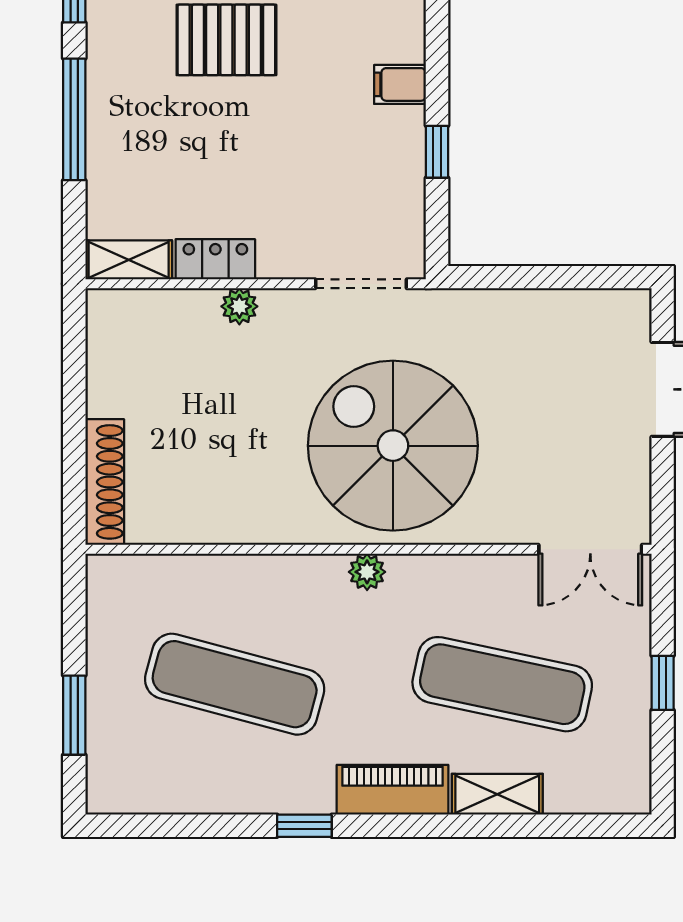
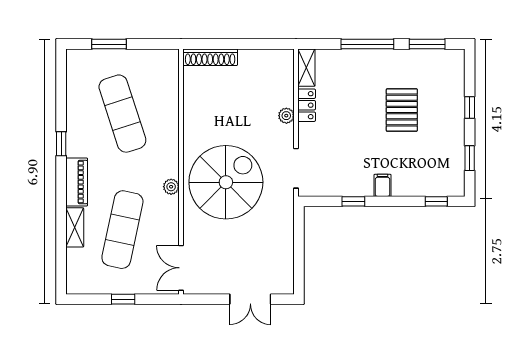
plant: (367, 572) -> (171, 187), moved
exercise mat: (235, 684) -> (122, 114), turned -33

